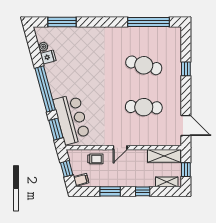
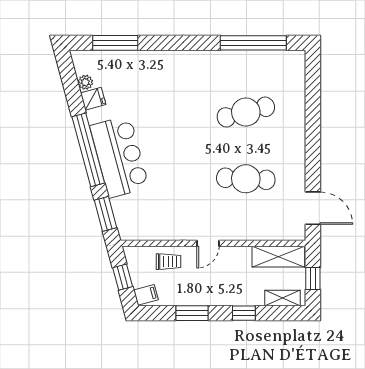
cafe table: (144, 65) -> (246, 112), turned -30
window: (186, 69) -> (313, 118), removed
bar counter: (72, 119) -> (119, 157), moved

